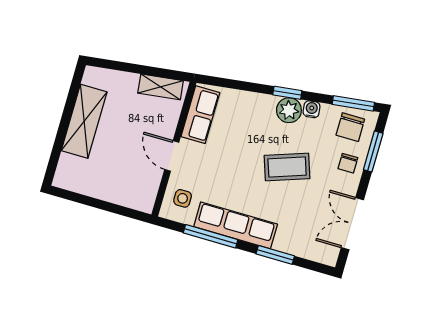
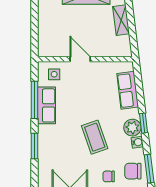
shelving: (161, 87) -> (121, 20), moved
row of seats: (200, 115) -> (128, 90), moved, turned 83
door: (172, 156) -> (80, 59), hinge flipped
row of seats: (236, 225) -> (46, 105), width x0.68

